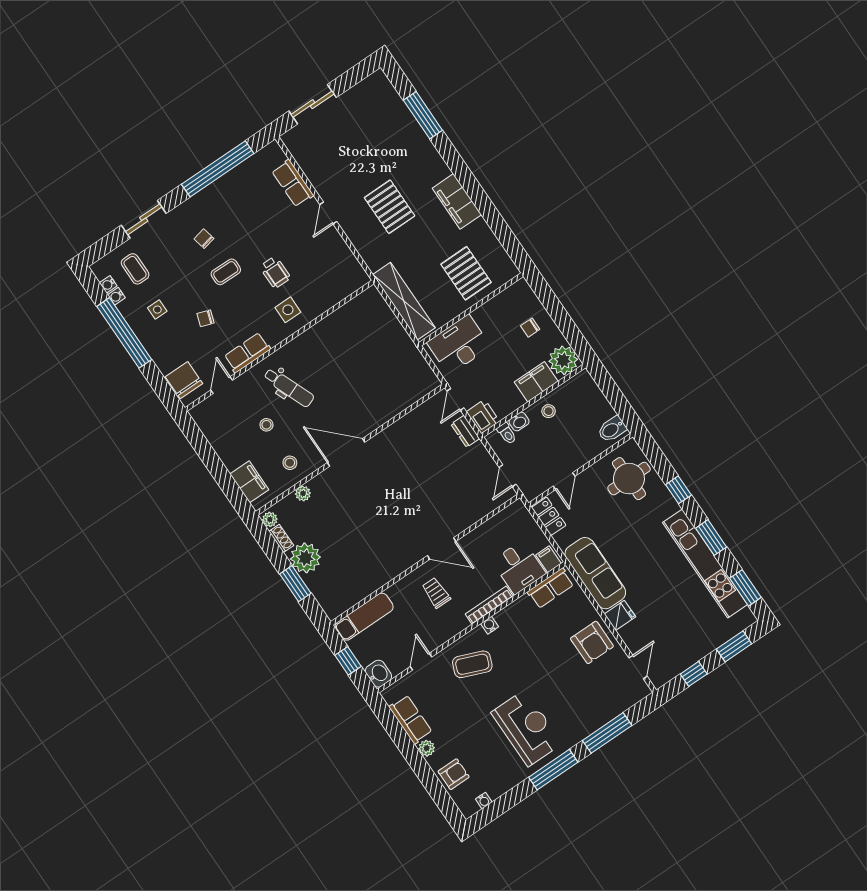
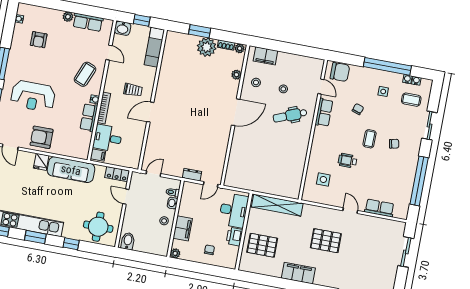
side table: (288, 310) -> (323, 179), moved
plant: (563, 360) -> (175, 253), width x0.53, depth x0.53
door: (455, 399) -> (211, 184), swing flipped
printer: (483, 416) -> (234, 237), moved, turned 90
door: (508, 476) -> (153, 174), hinge flipped
row of seats: (551, 588) -> (89, 117), moved
reception desk: (527, 728) -> (33, 96), moved
armchair: (454, 774) -> (39, 40), moved

